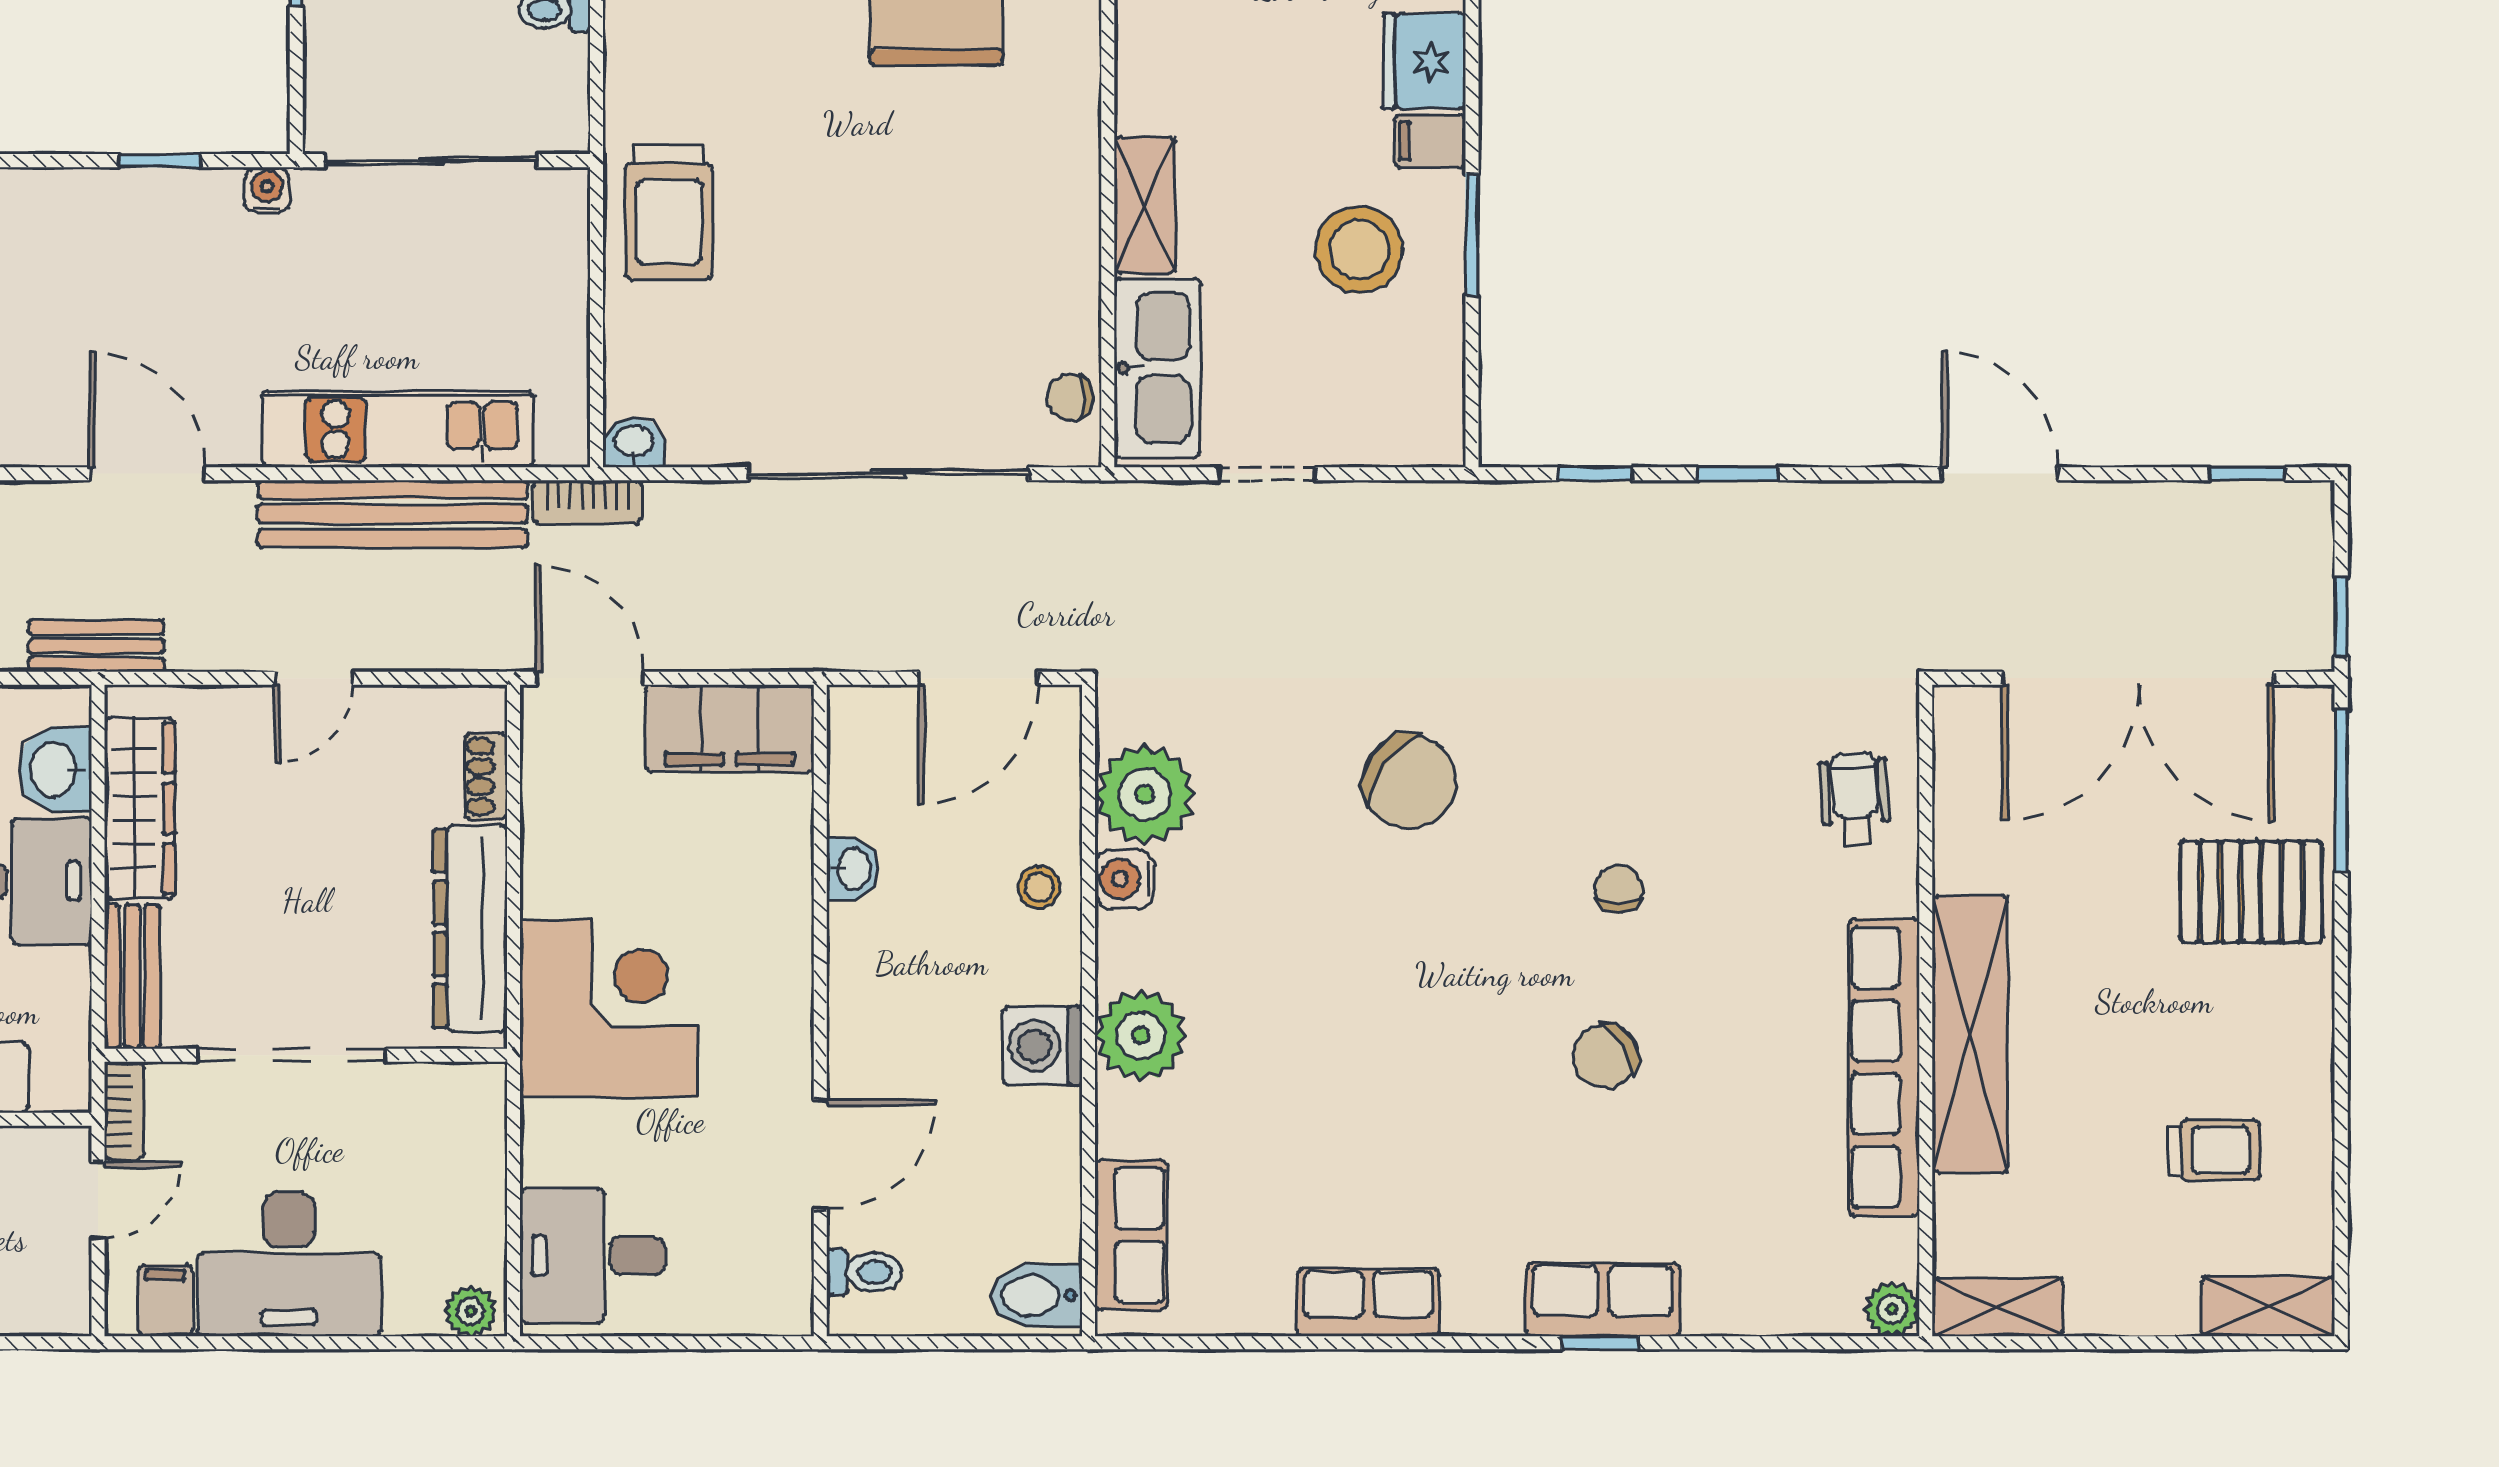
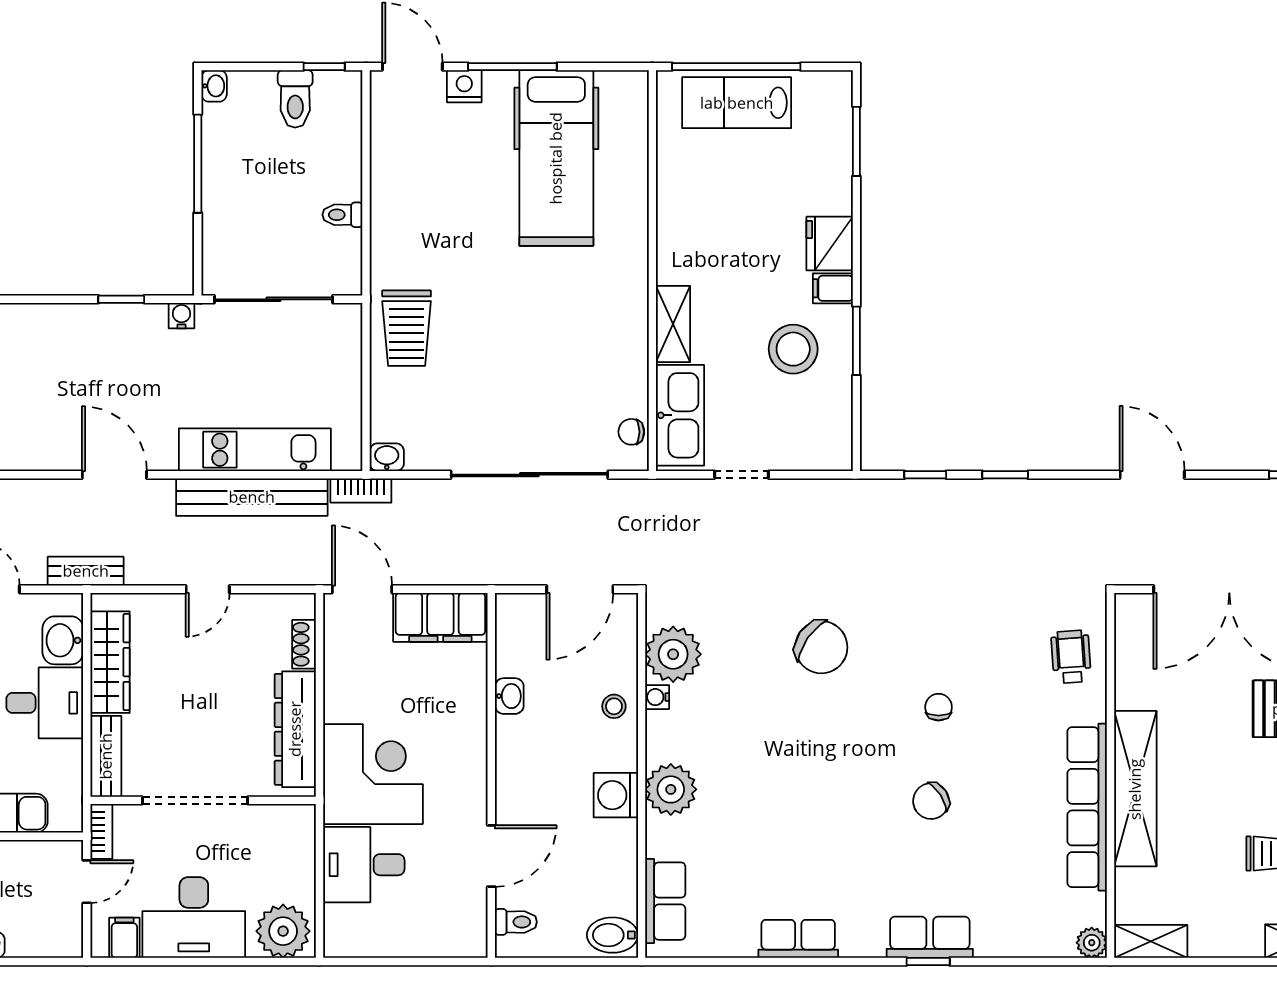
water cooler: (1125, 879) -> (657, 697), width x0.72, depth x0.72
desk: (593, 1256) -> (364, 865), moved
plant: (471, 1311) -> (283, 931), width x1.88, depth x1.88

